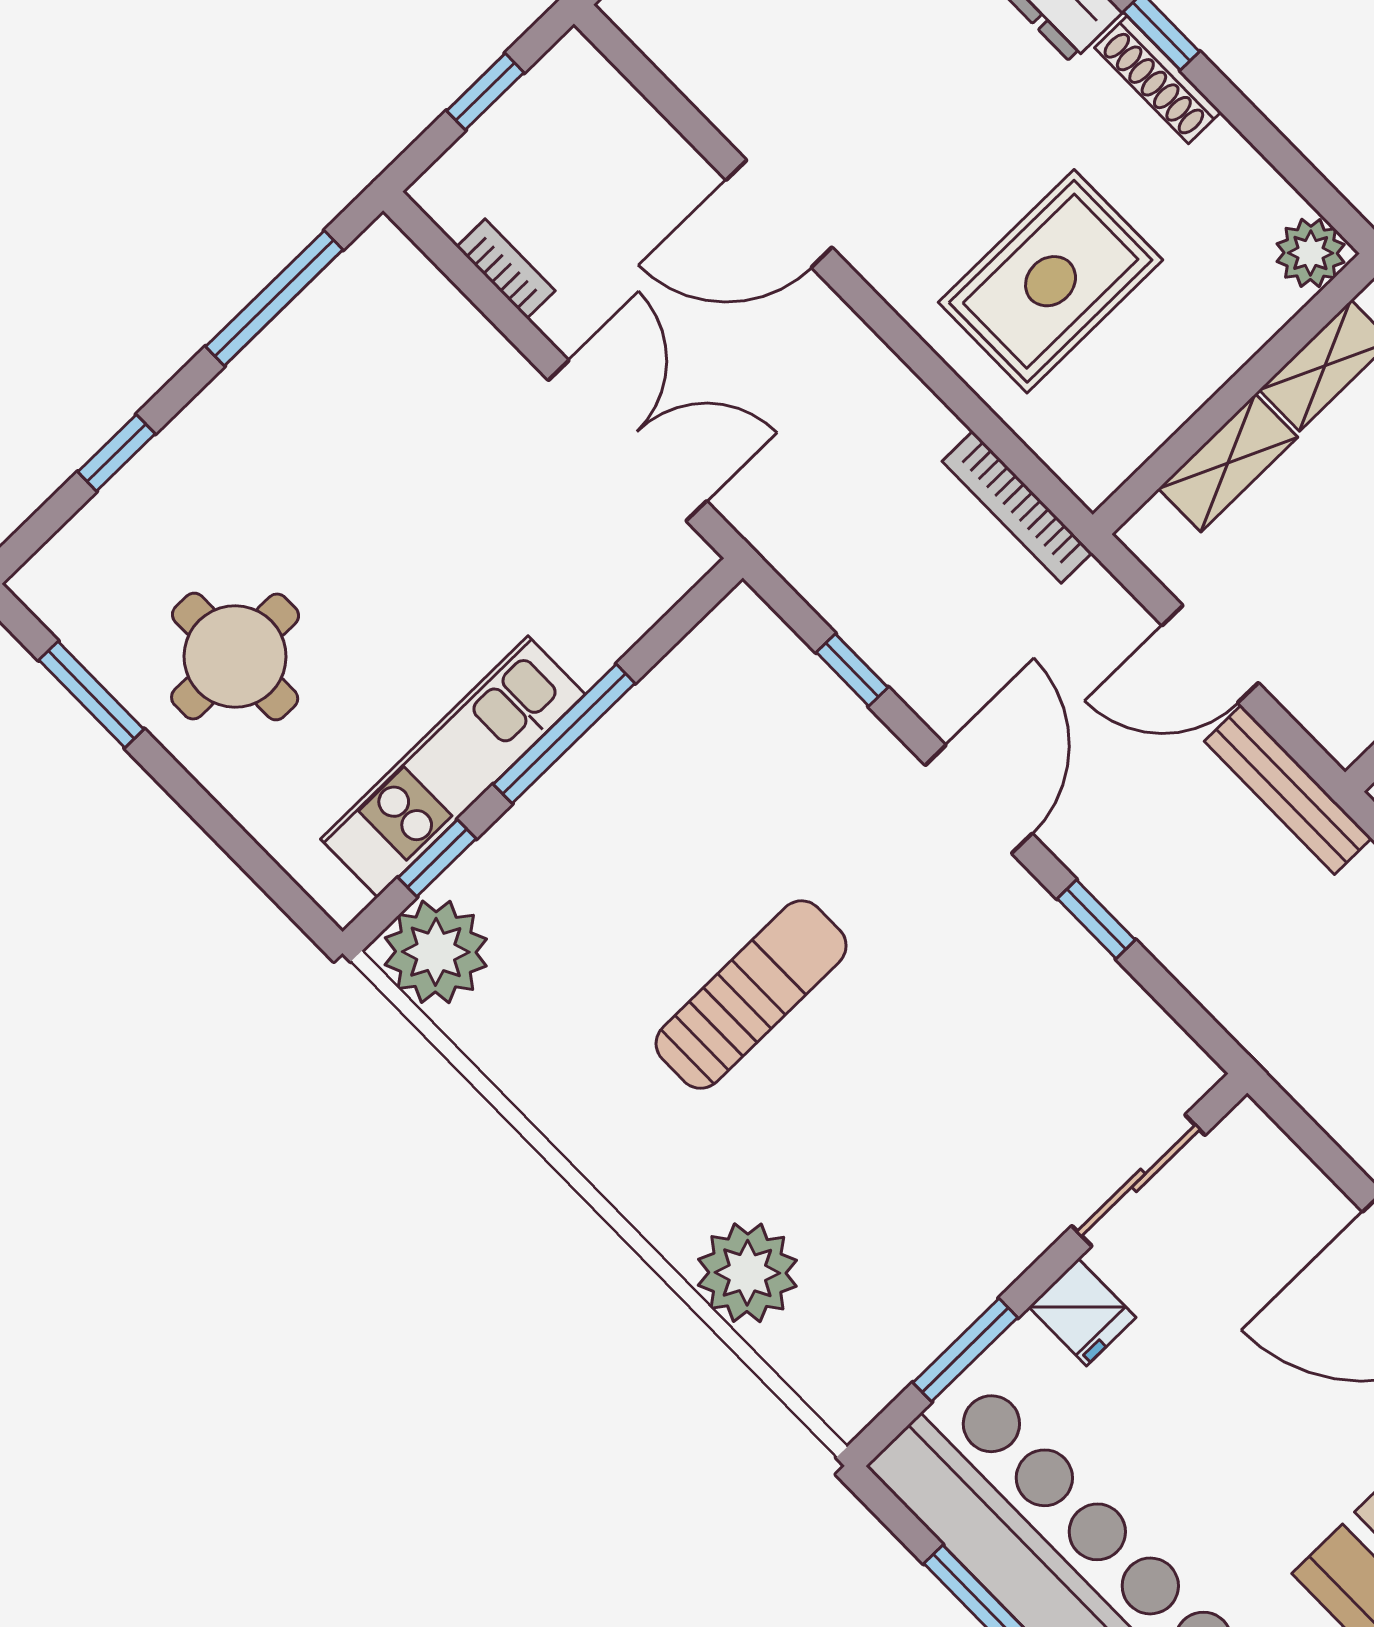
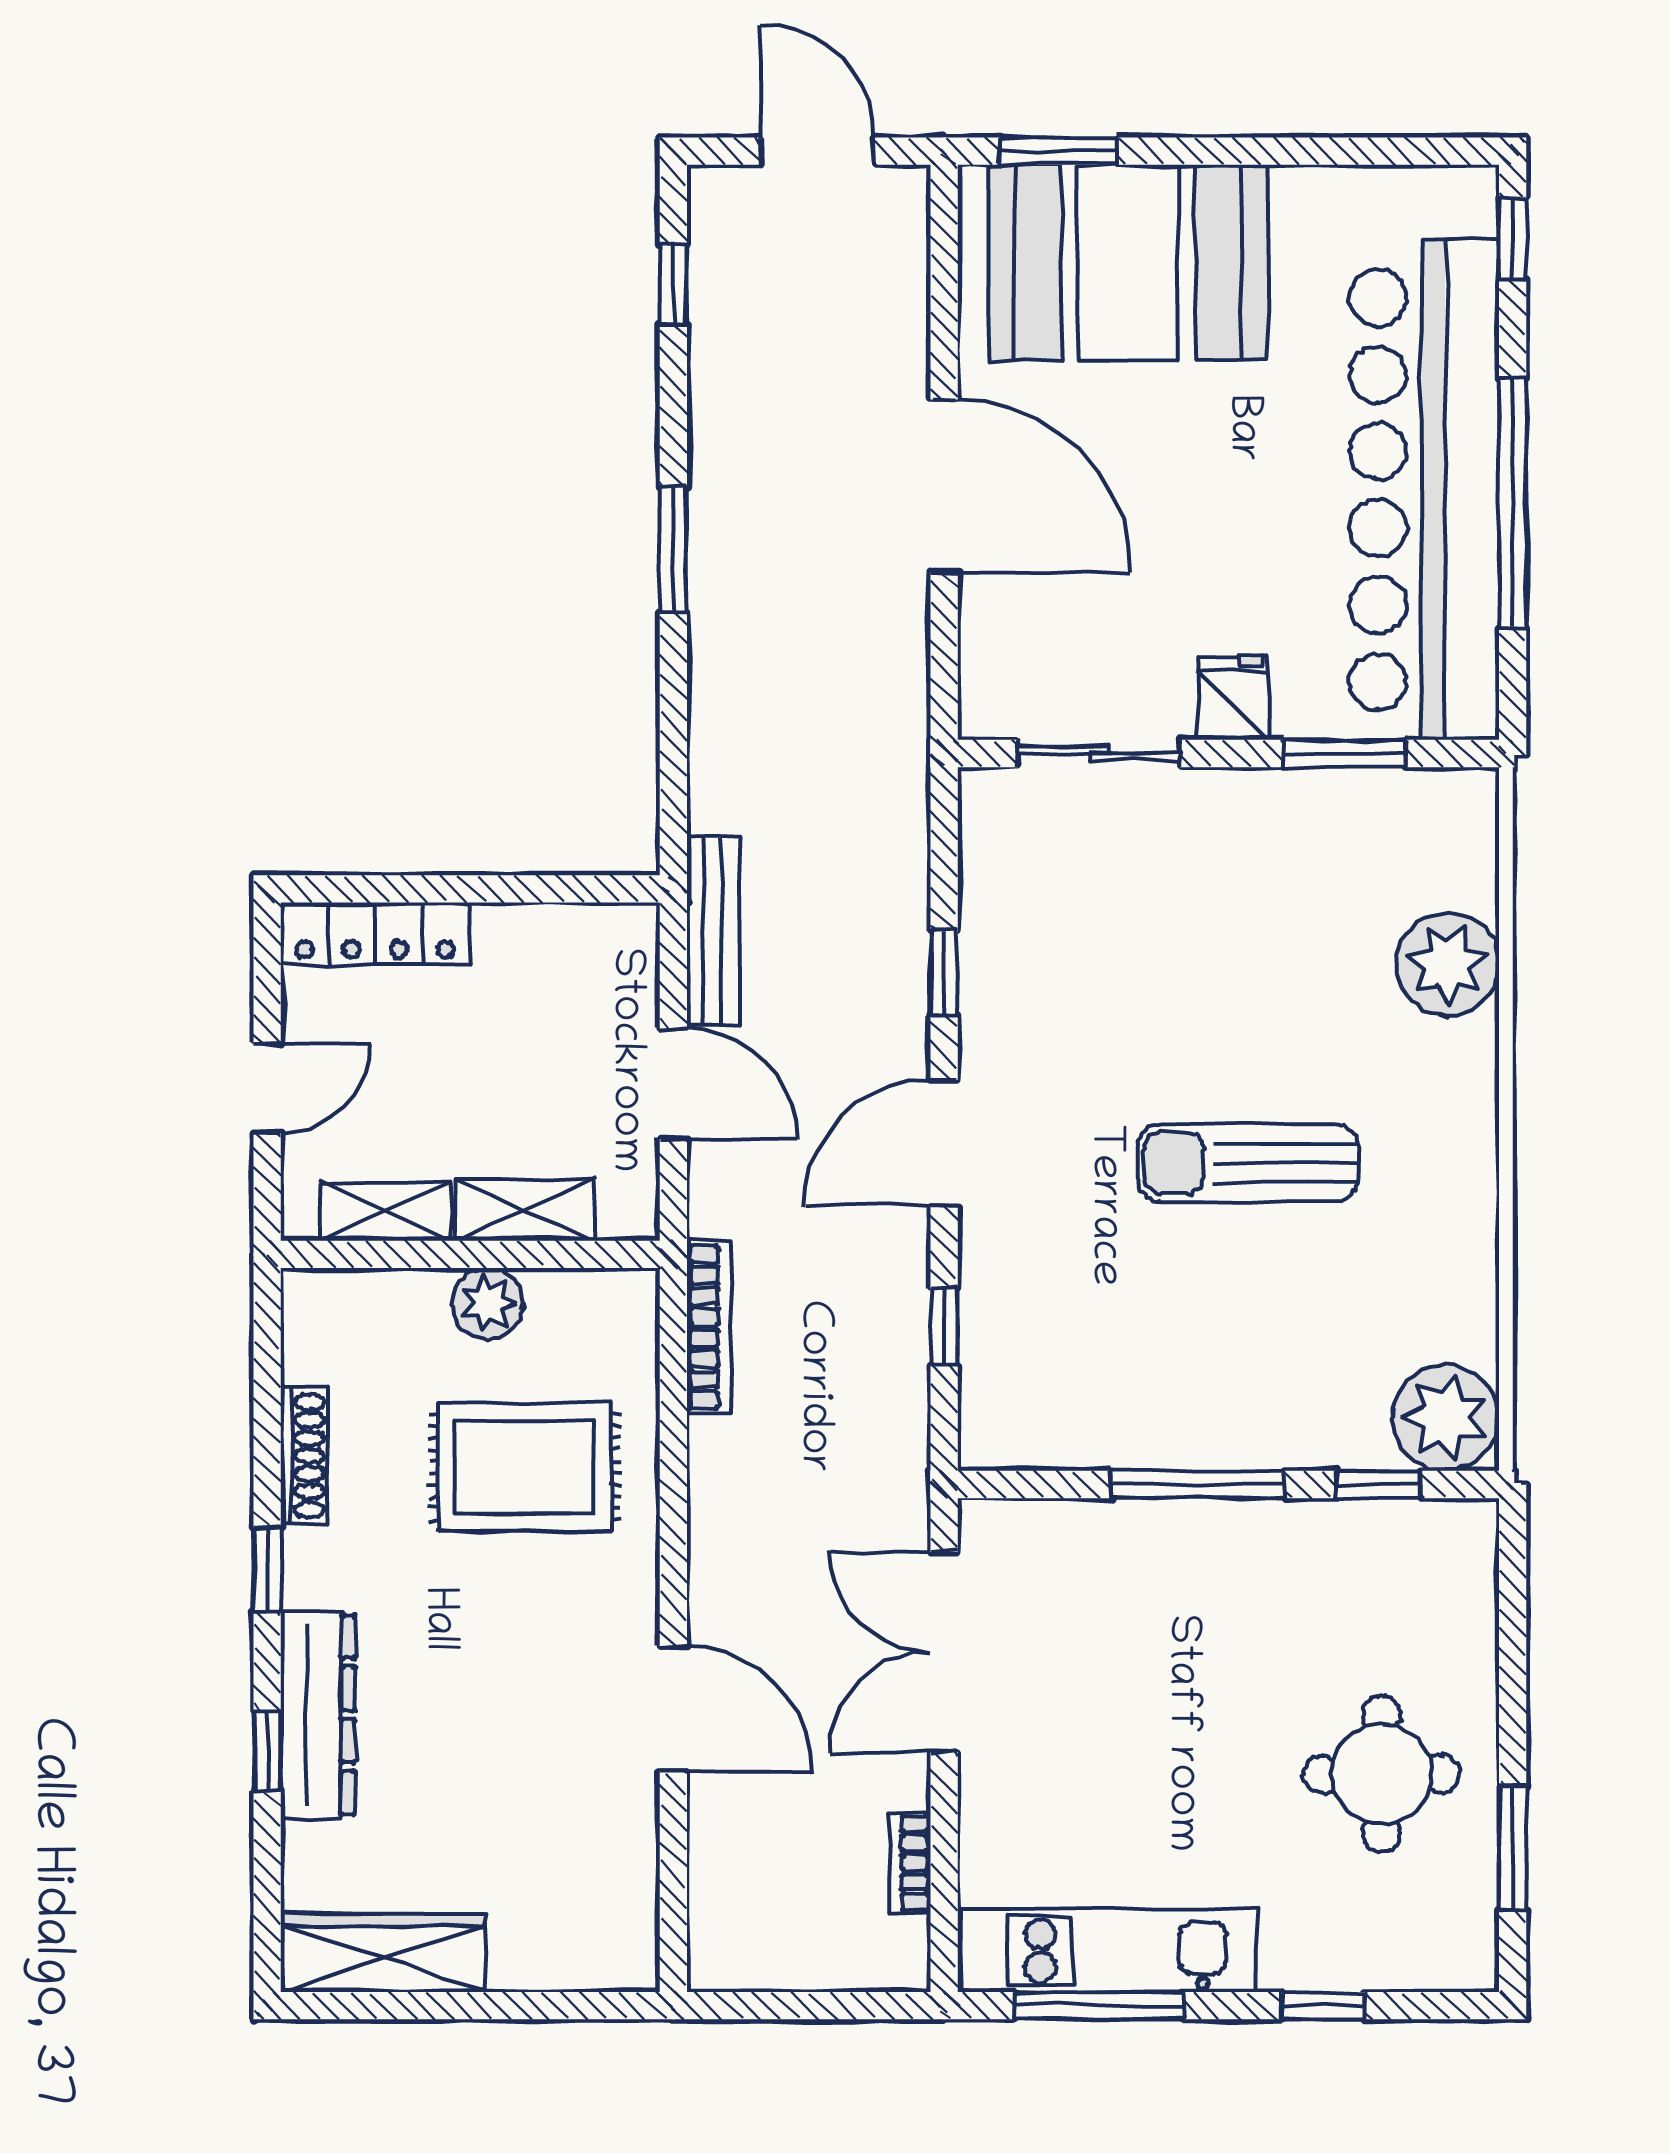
shoe rack: (1158, 80) -> (304, 1456), moved
window: (485, 92) -> (800, 2006), removed
plant: (1311, 253) -> (488, 1303), moved
kitchen unit: (453, 767) -> (1108, 1951), moved, turned 180

